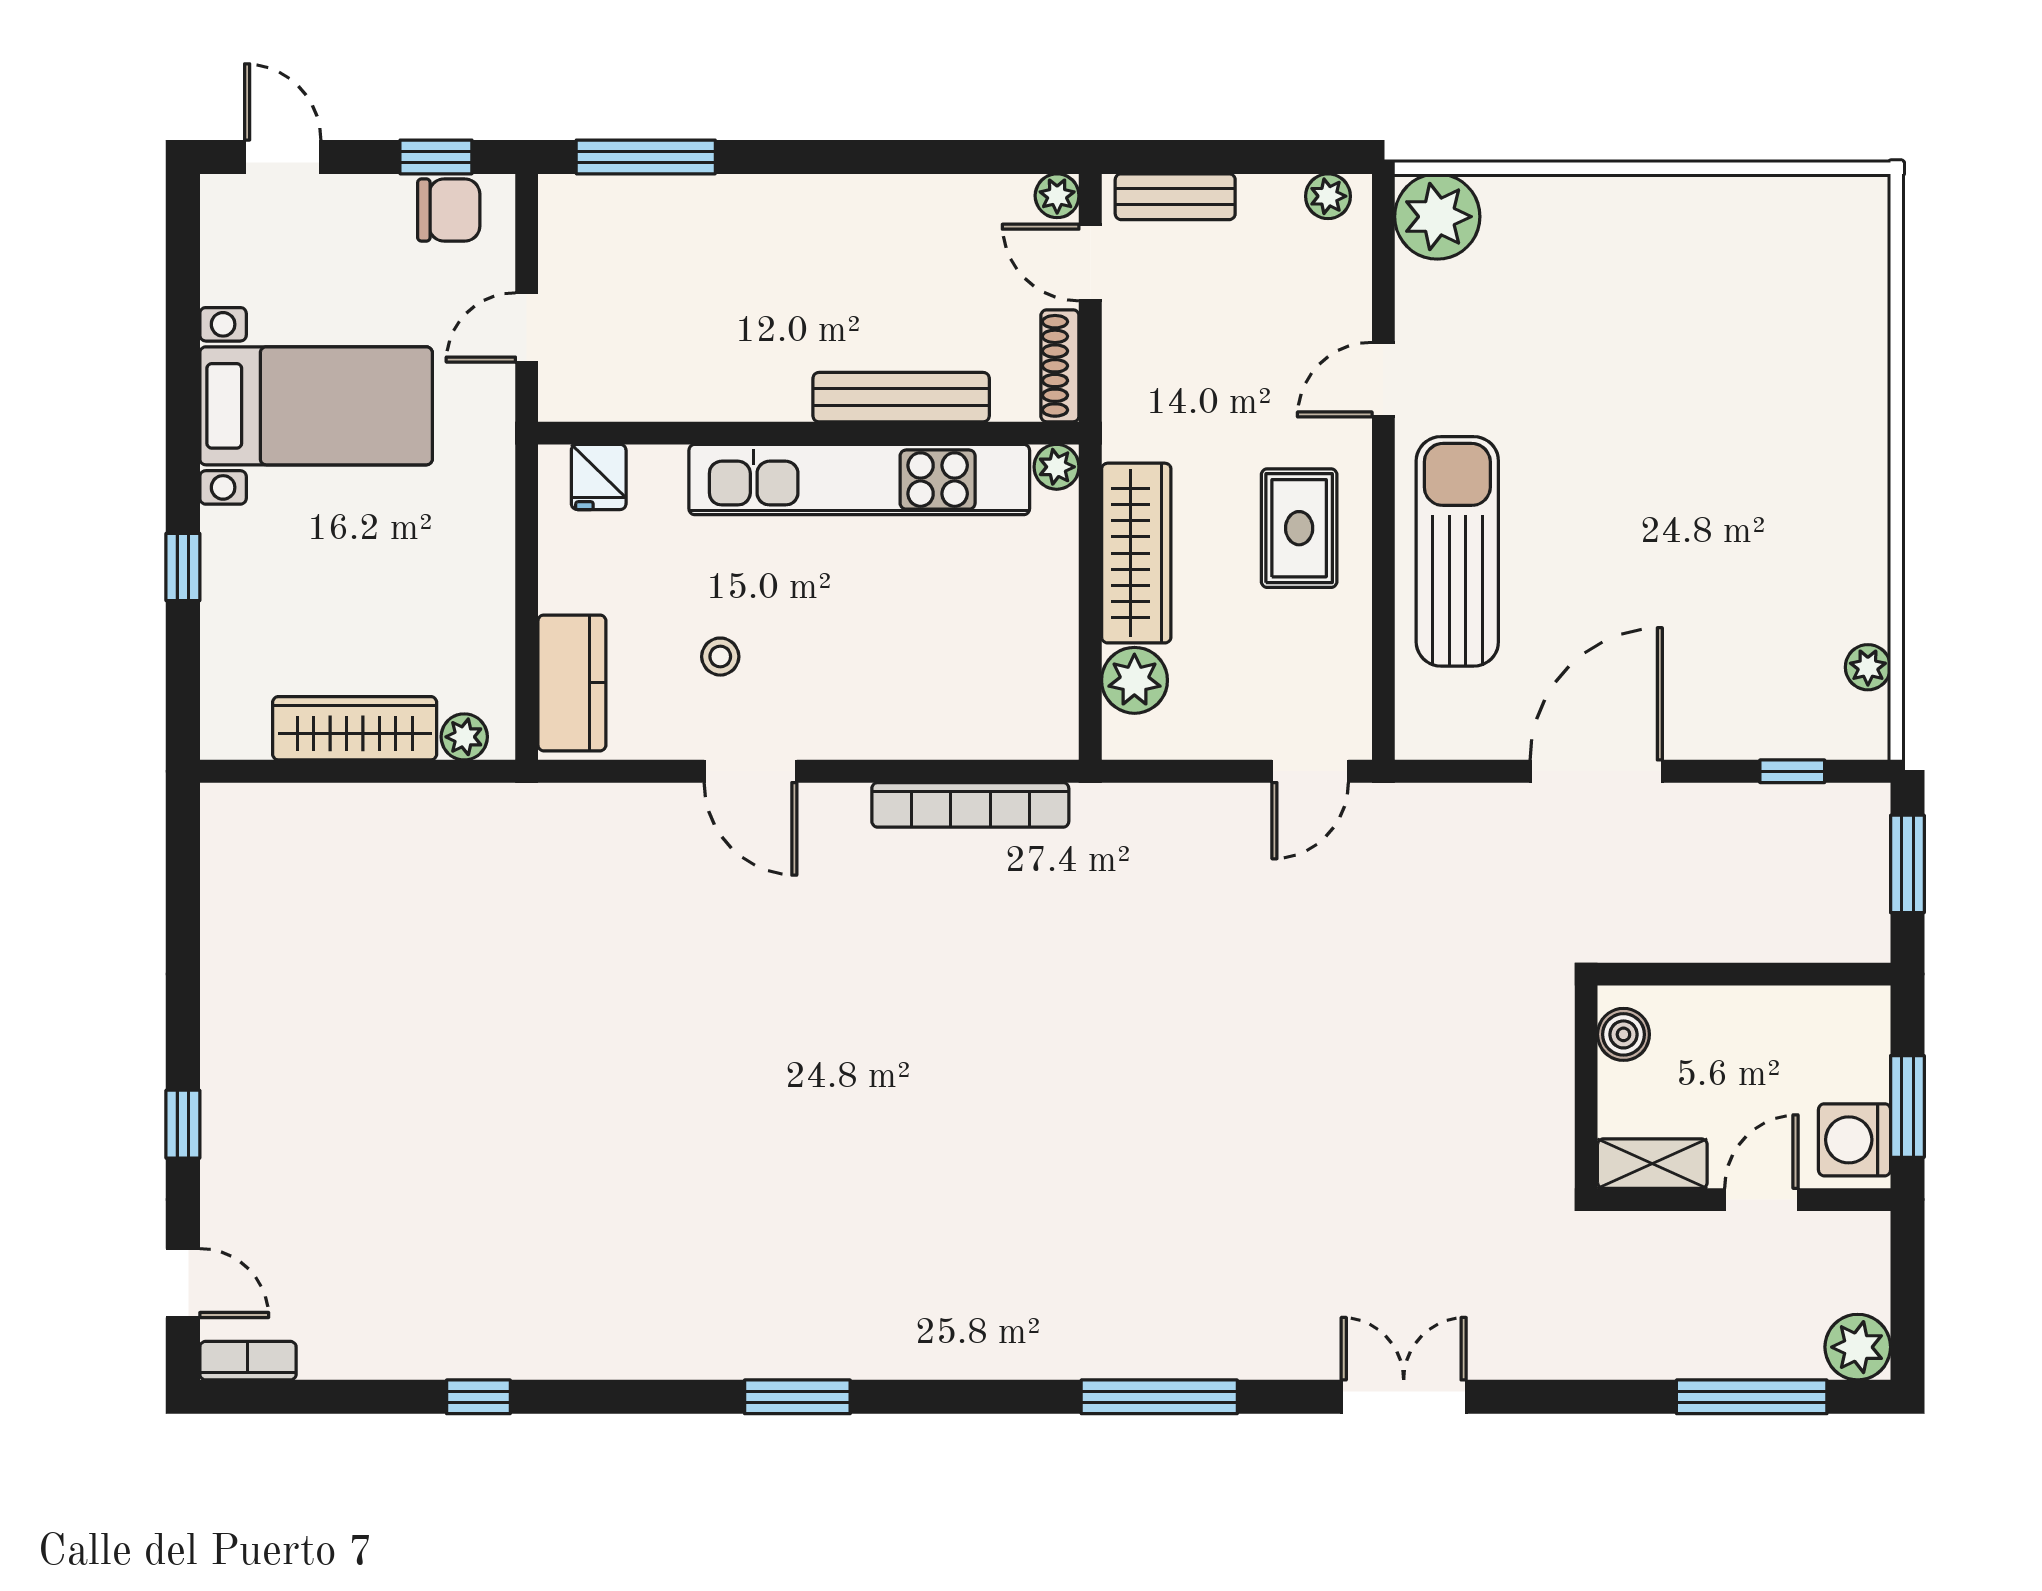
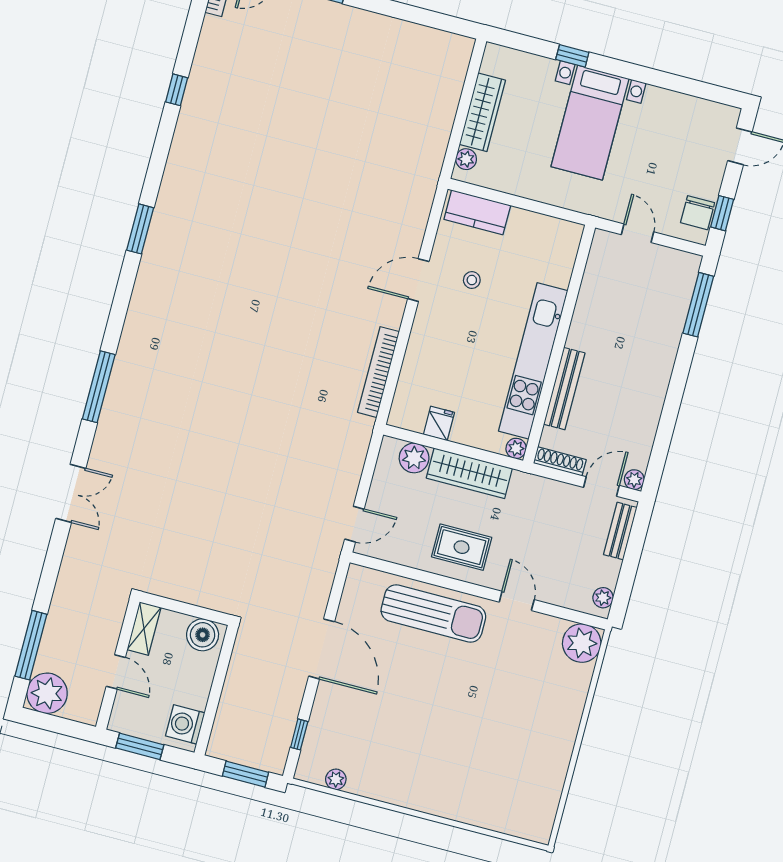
bed with nightstands: (316, 406) -> (590, 123), moved
fridge: (599, 477) -> (439, 423), moved, turned 90
door: (1310, 771) -> (354, 524), swing flipped
boiler: (1623, 1034) -> (203, 635), width x1.36, depth x1.36
washing machine: (1855, 1140) -> (185, 724), moved, turned -90
plant: (1858, 1347) -> (47, 693), width x1.36, depth x1.36

